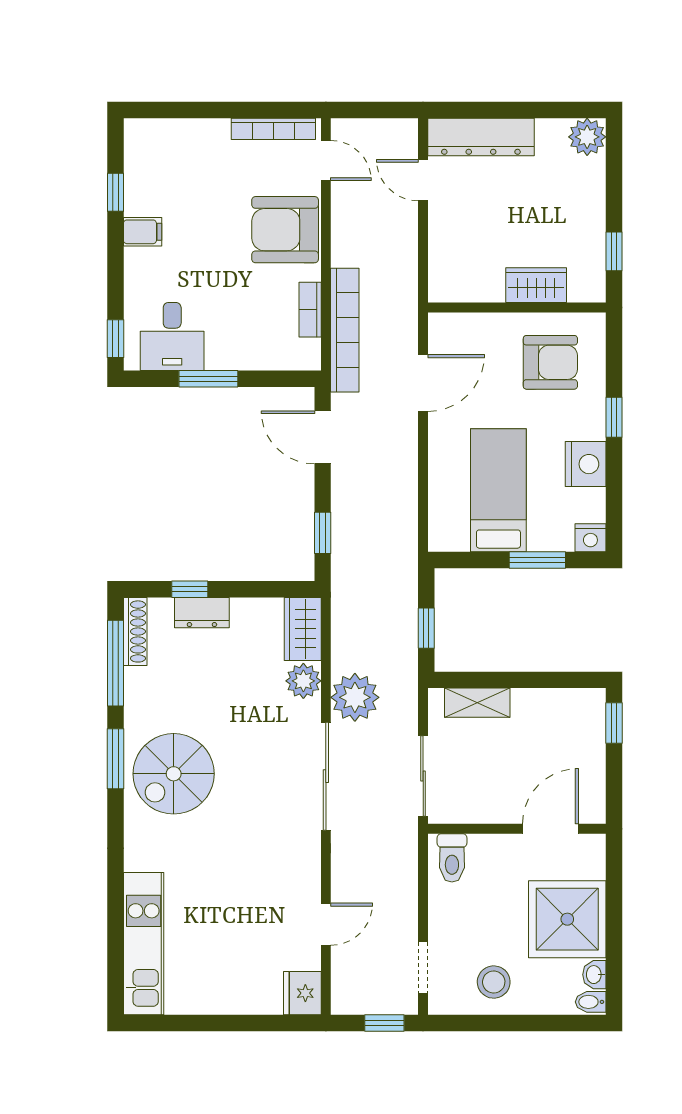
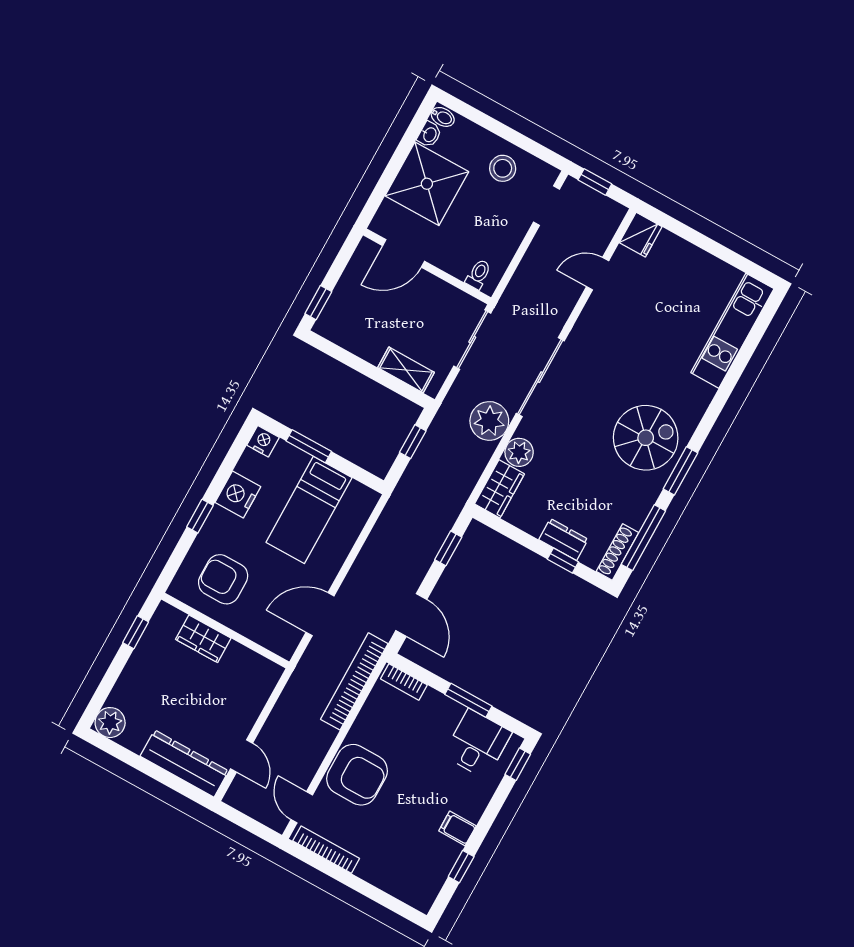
bookcase: (310, 310) -> (404, 682), moved, turned 90
toilet: (452, 858) -> (478, 274), width x0.73, depth x0.72

